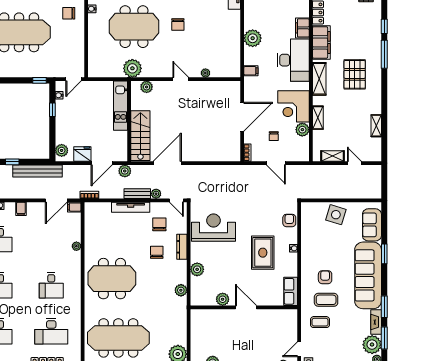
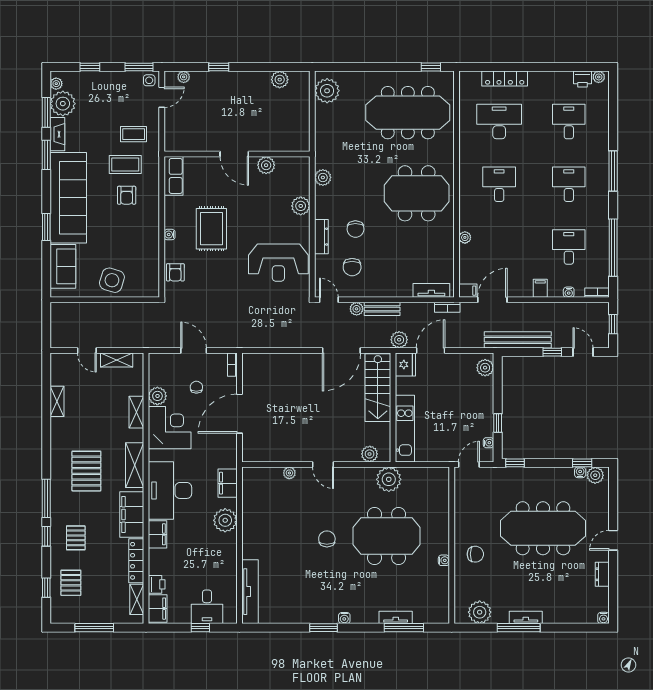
pallet: (363, 25) -> (76, 538), added
filing cabinet: (251, 71) -> (228, 483), width x2.00
fridge: (82, 154) -> (405, 364), moved, turned -90
tv unit: (131, 207) -> (431, 290), moved, width x0.71

